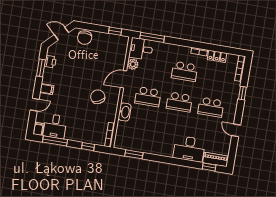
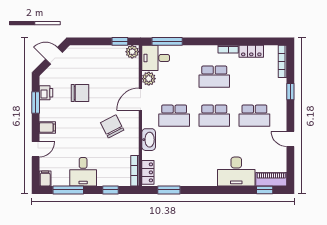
chair: (85, 38) -> (80, 93), moved, turned -90
plant: (123, 41) -> (132, 52), added
desk: (55, 126) -> (83, 172), moved
locker: (120, 138) -> (148, 172), added

